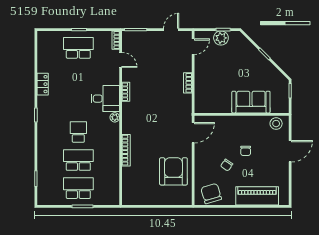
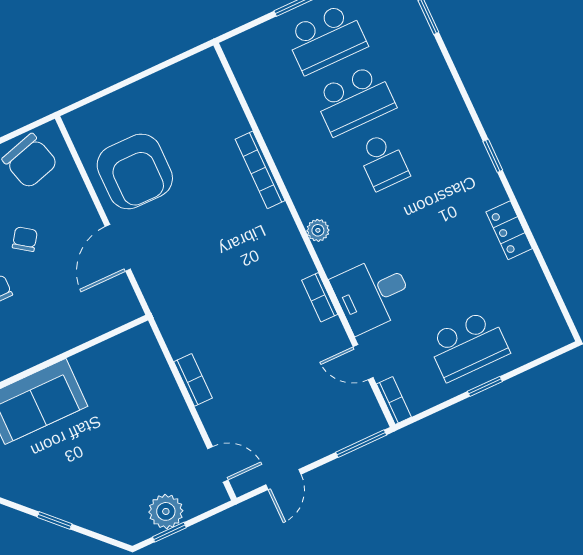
door: (193, 47) -> (218, 464), swing flipped
desk: (105, 99) -> (372, 294), moved
door: (193, 133) -> (118, 248), moved

